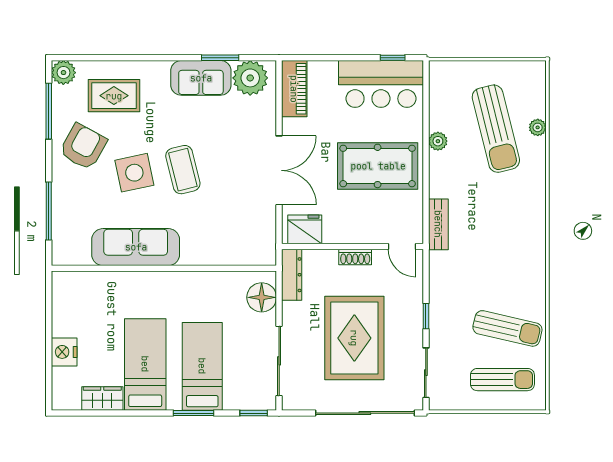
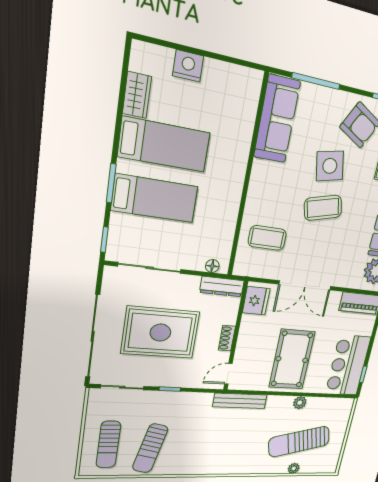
bench: (438, 224) -> (240, 401), width x1.36
coffee table: (228, 231) -> (267, 238), added
sofa: (136, 247) -> (277, 119), moved
floor lamp: (262, 297) -> (212, 266), width x0.53, depth x0.53

